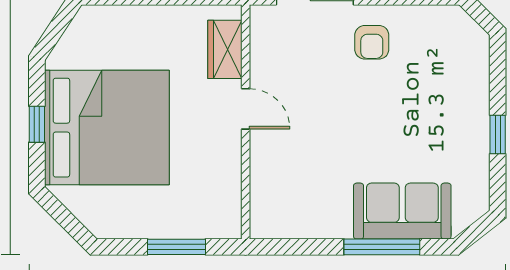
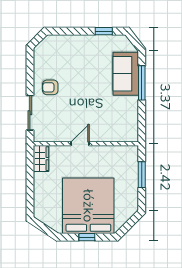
armchair: (372, 42) -> (50, 87), turned 180
wardrobe: (225, 49) -> (41, 159), moved, turned -90
window: (498, 135) -> (104, 31), moved

